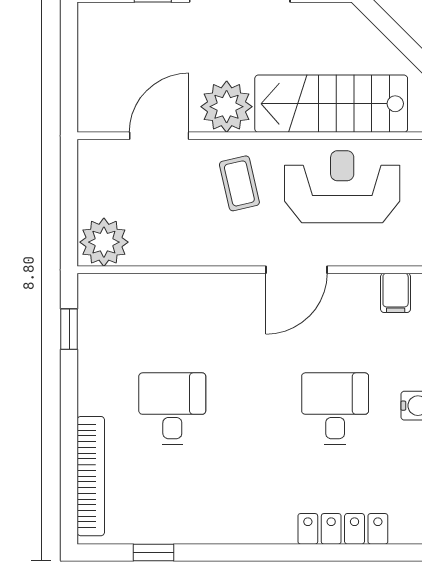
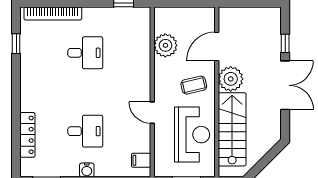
door: (159, 136) -> (217, 46), swing flipped
plant: (104, 242) -> (165, 45), moved
door: (297, 270) -> (152, 113), width x0.73

